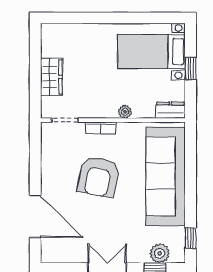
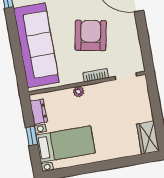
wardrobe: (51, 77) -> (148, 138), moved
dresser: (171, 110) -> (39, 112), moved, turned -90

